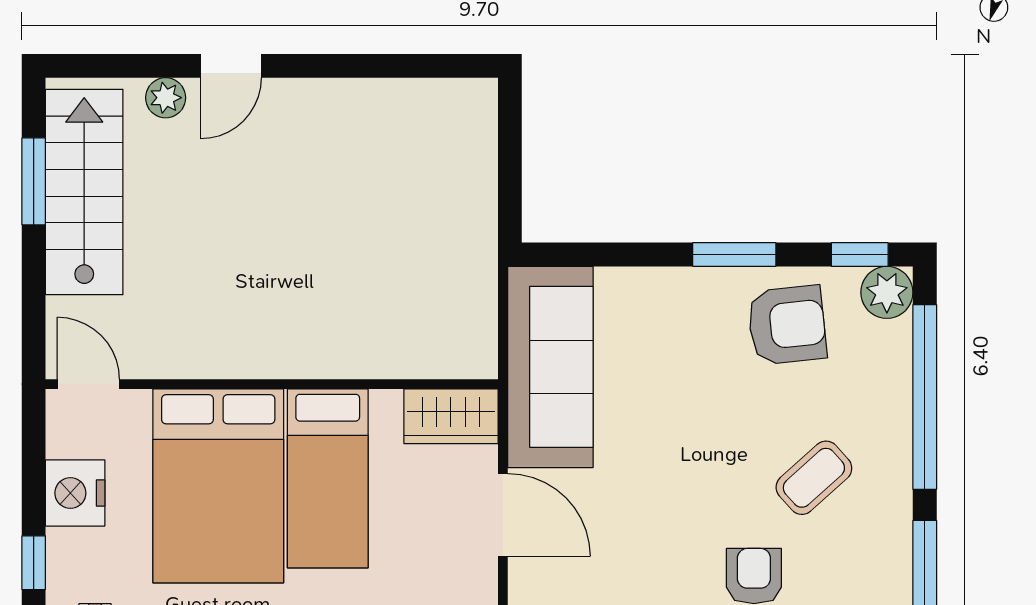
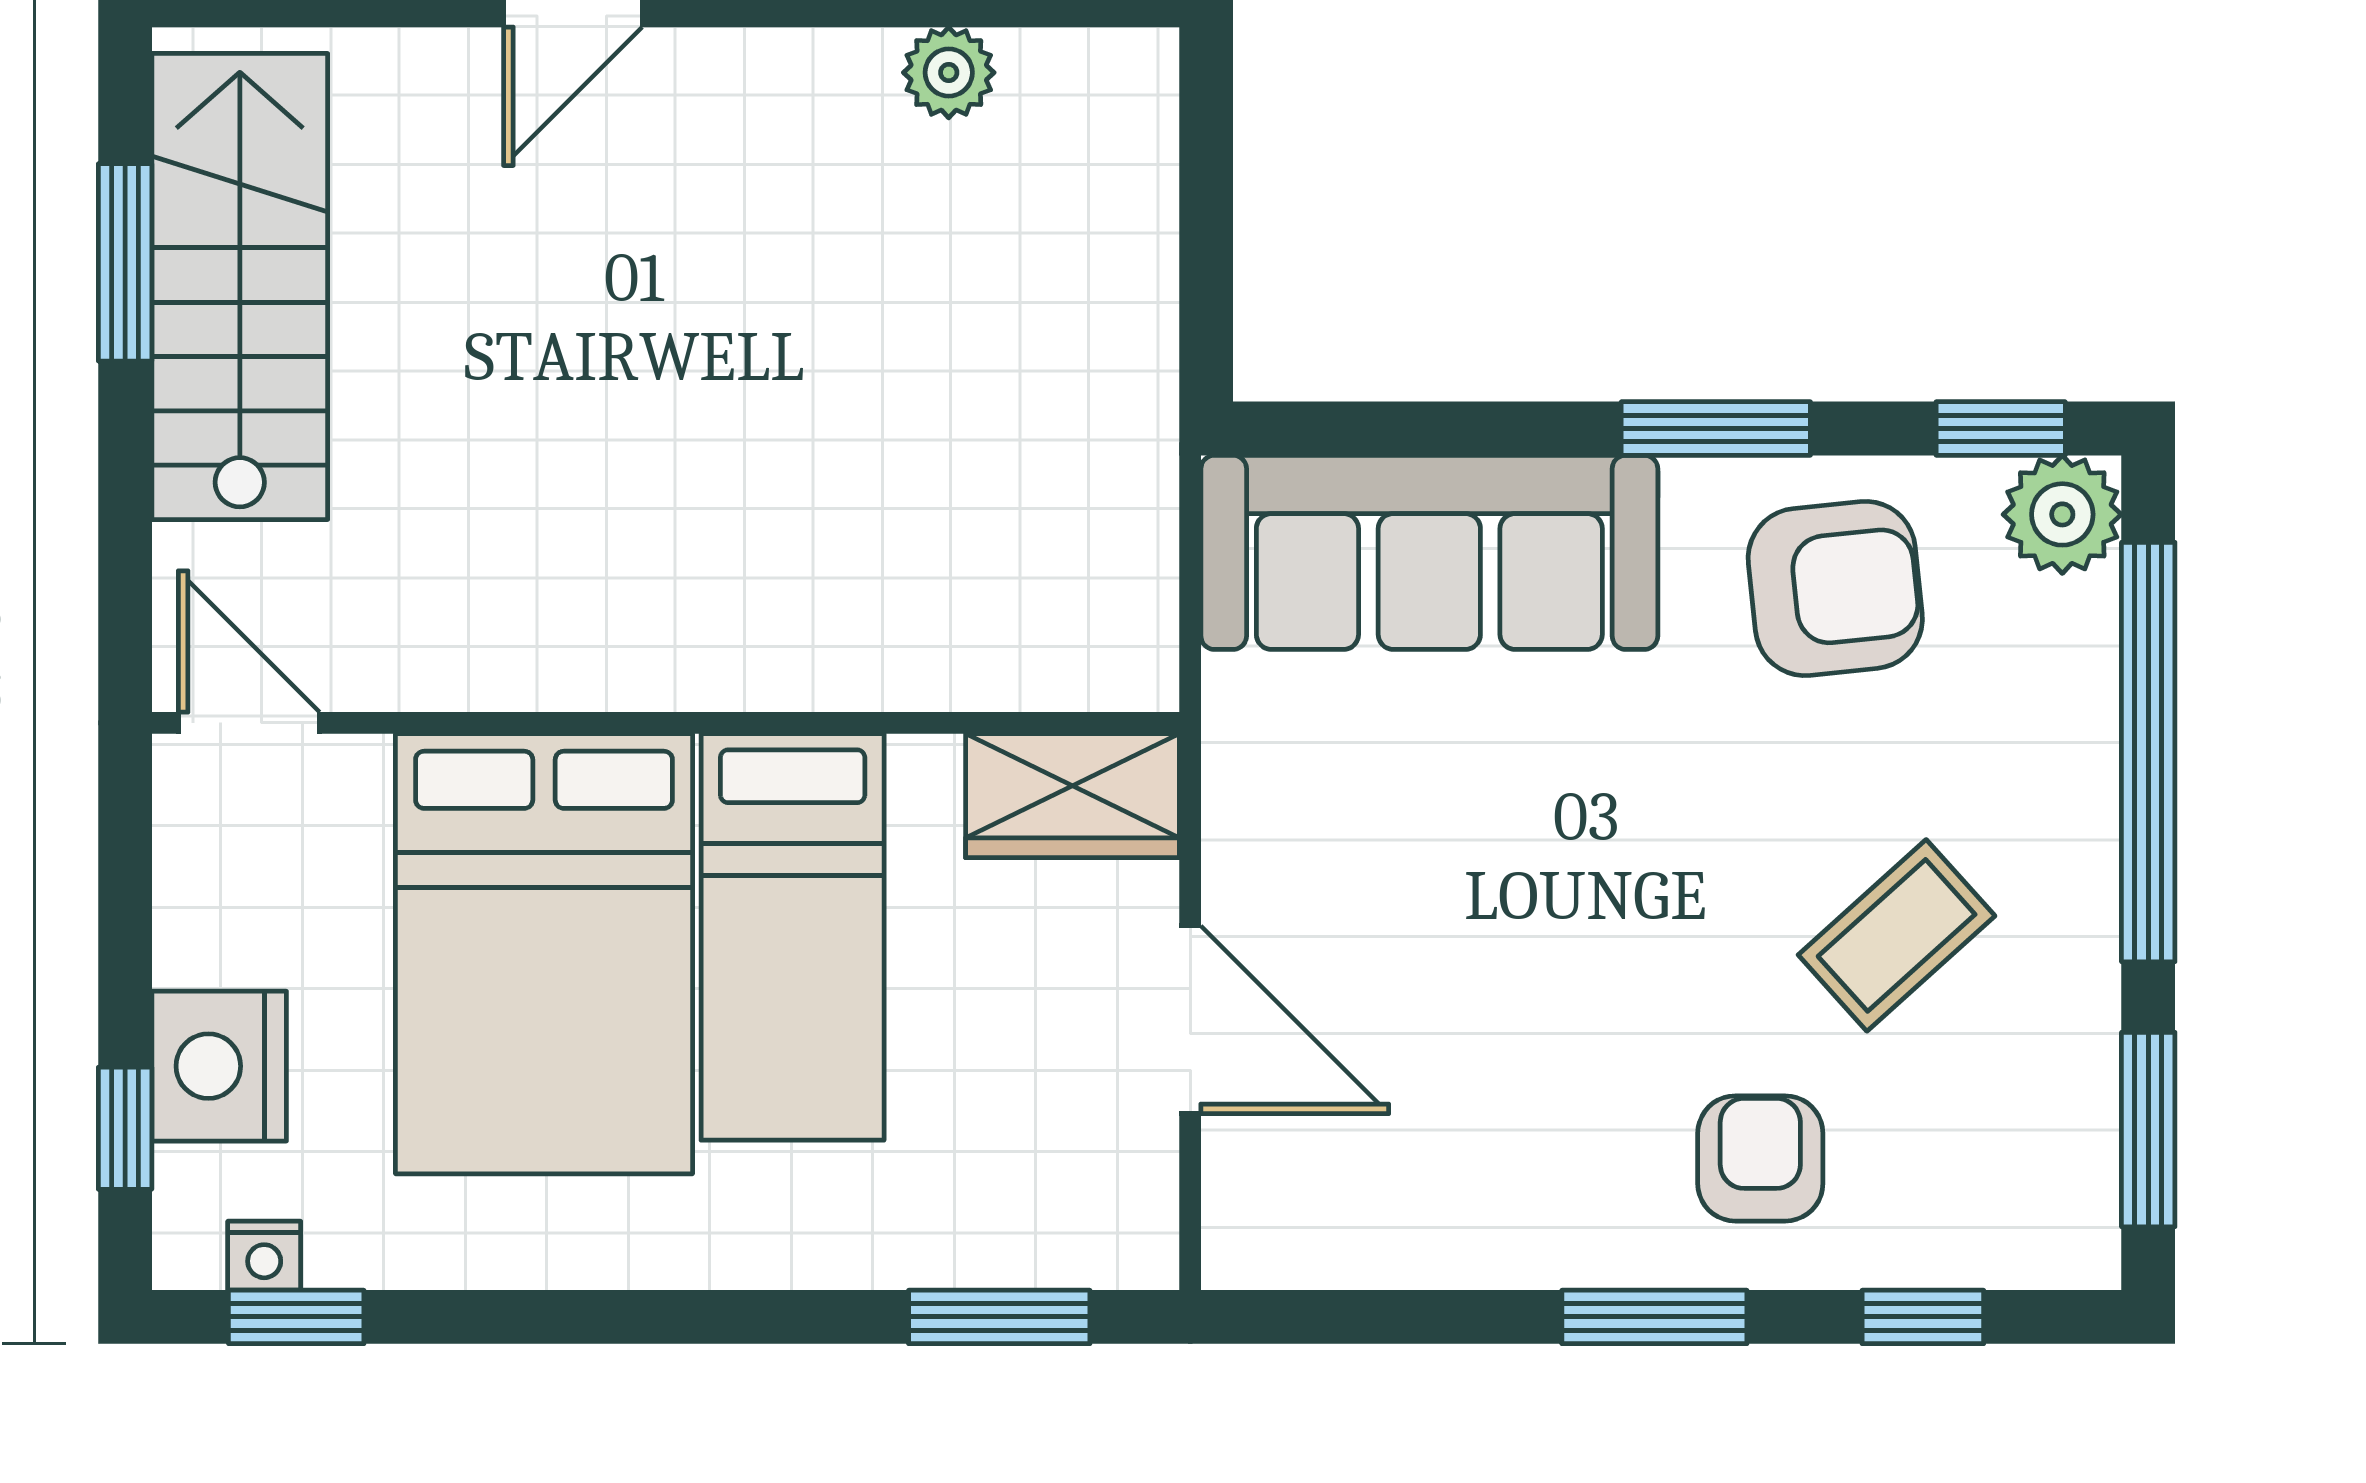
plant: (166, 98) -> (949, 73), moved
sofa: (550, 367) -> (1429, 552), moved, turned 90
nightstand: (75, 493) -> (219, 1066), moved

